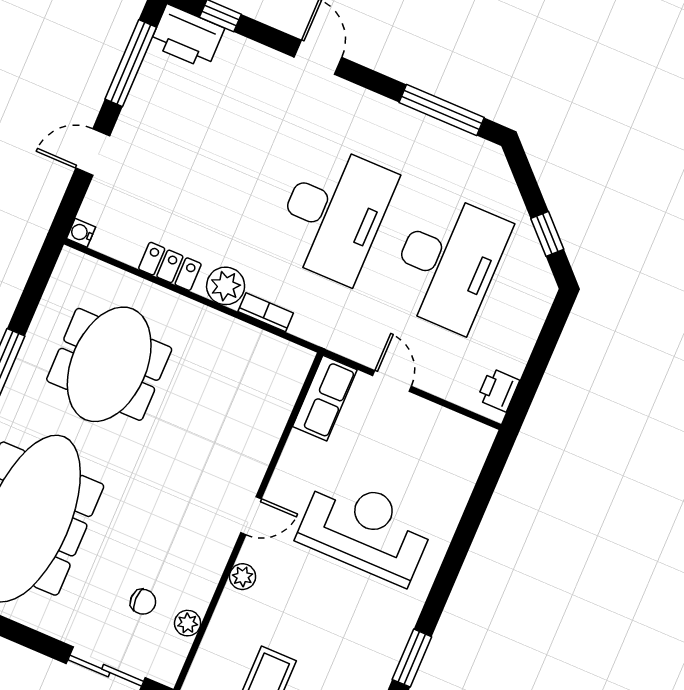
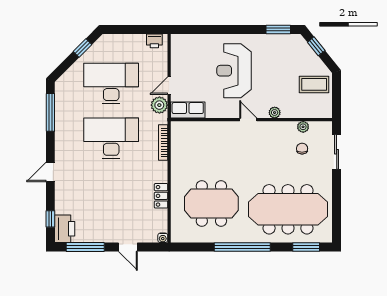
plant: (226, 286) -> (159, 105), moved
bookcase: (266, 312) -> (163, 143), width x1.56

